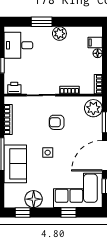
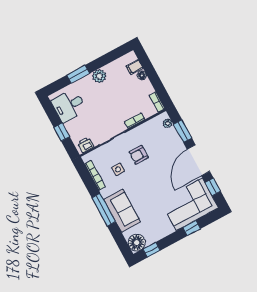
plant: (93, 108) -> (168, 123), width x0.53, depth x0.53
side table: (48, 153) -> (118, 169), moved
floor lamp: (34, 199) -> (137, 243), moved

